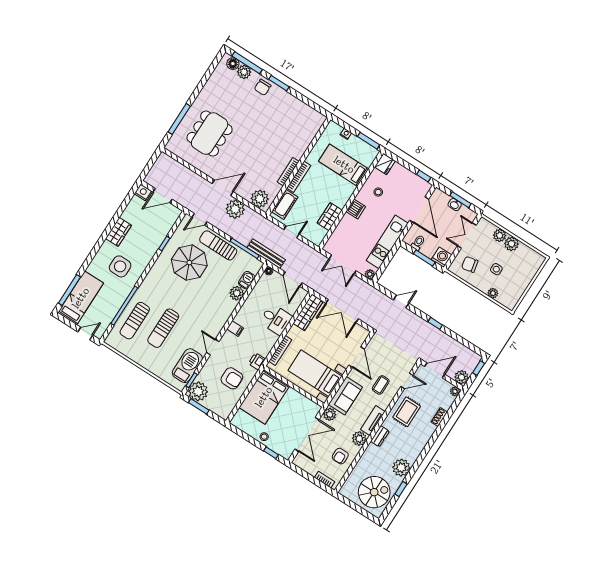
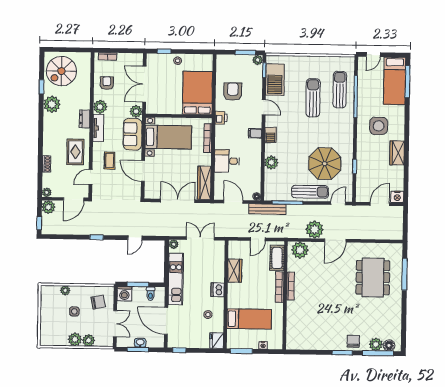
barbecue: (247, 280) -> (271, 135), moved
armchair: (232, 378) -> (233, 92), turned 90
plant: (198, 391) -> (258, 60), width x0.53, depth x0.53

